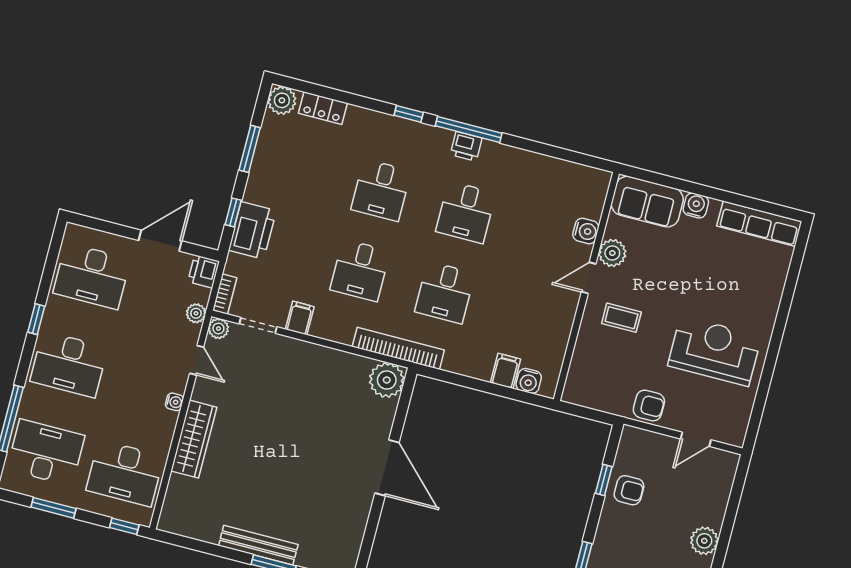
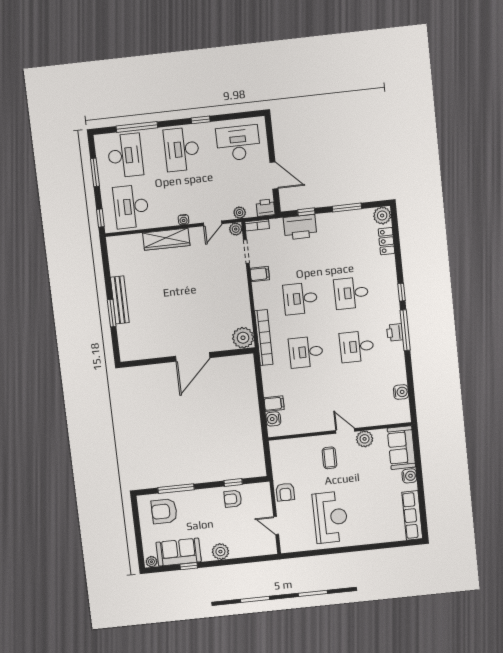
water cooler: (586, 231) -> (401, 392), moved, turned -90
desk: (92, 276) -> (238, 143), turned 90
armchair: (629, 490) -> (233, 499), turned 90

